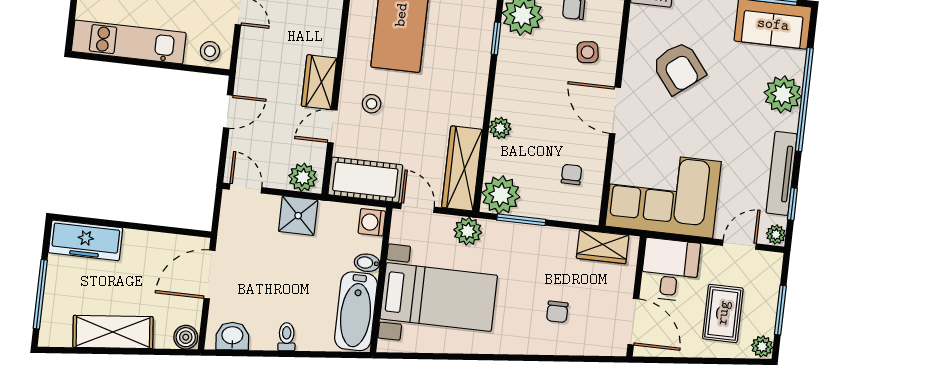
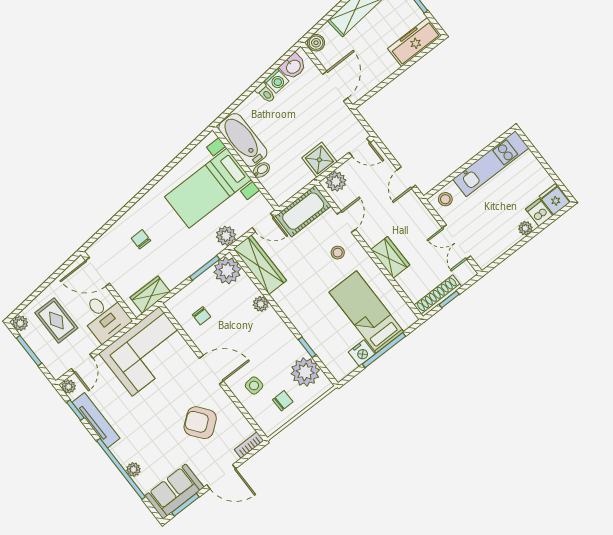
wardrobe: (319, 82) -> (390, 257), moved
plant: (783, 94) -> (133, 470), width x0.53, depth x0.53
washing machine: (372, 222) -> (277, 81), moved, turned 84

